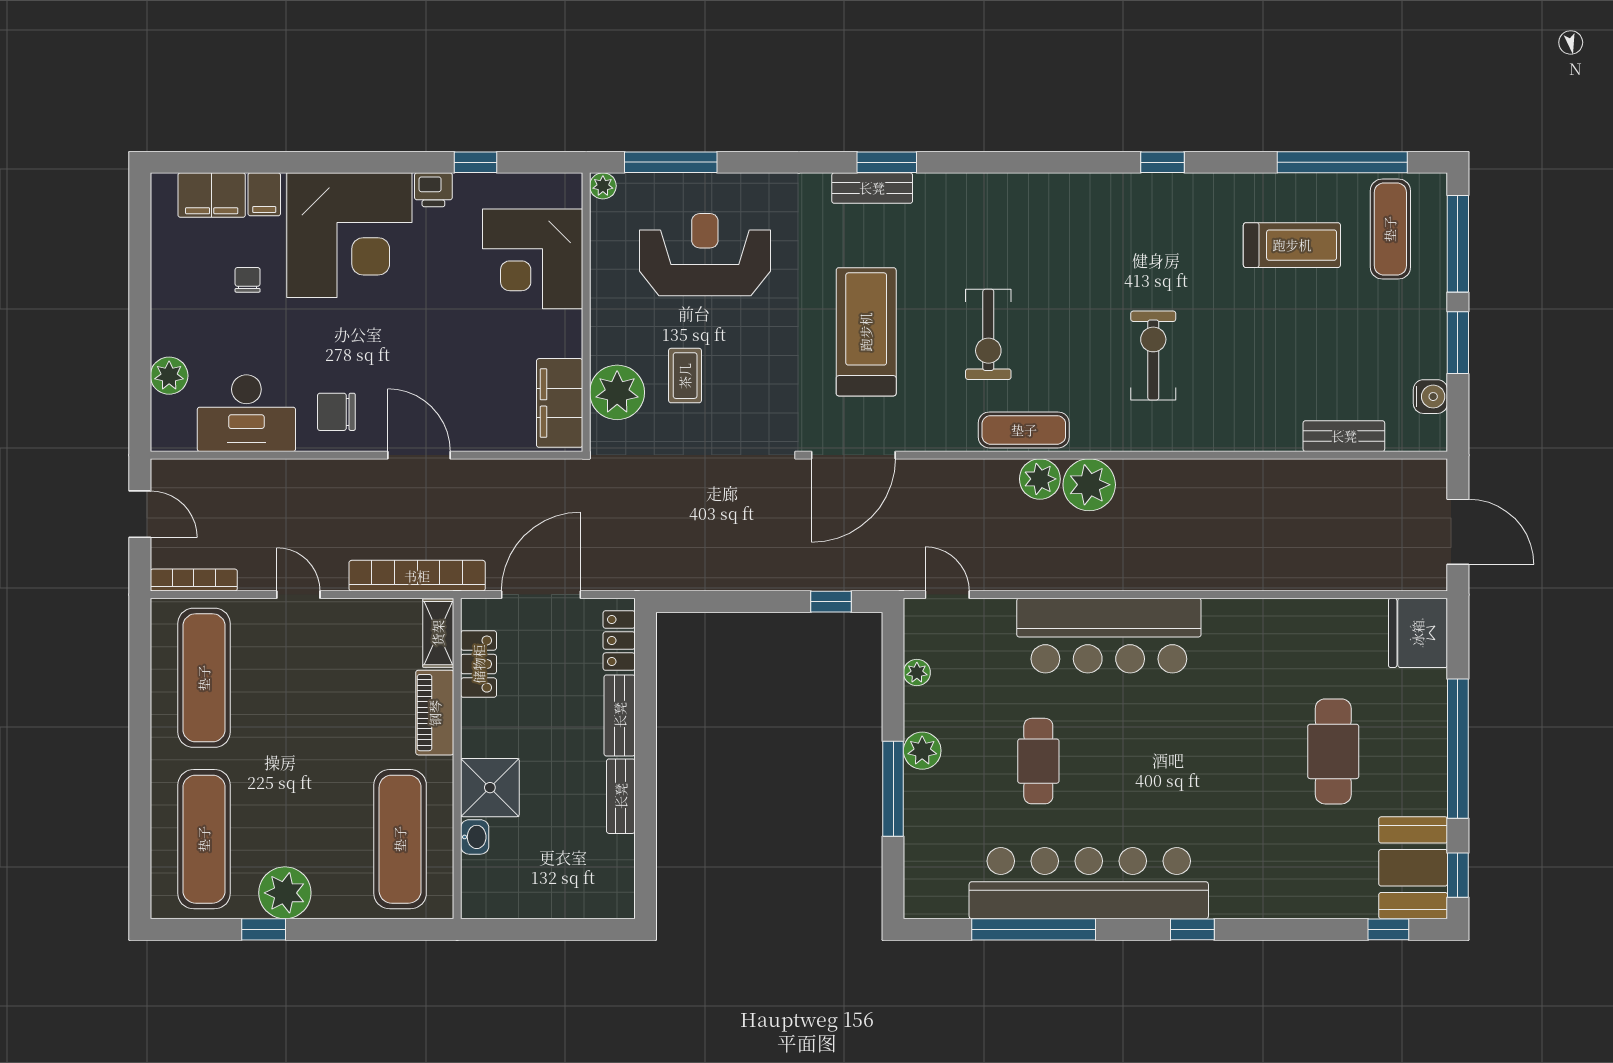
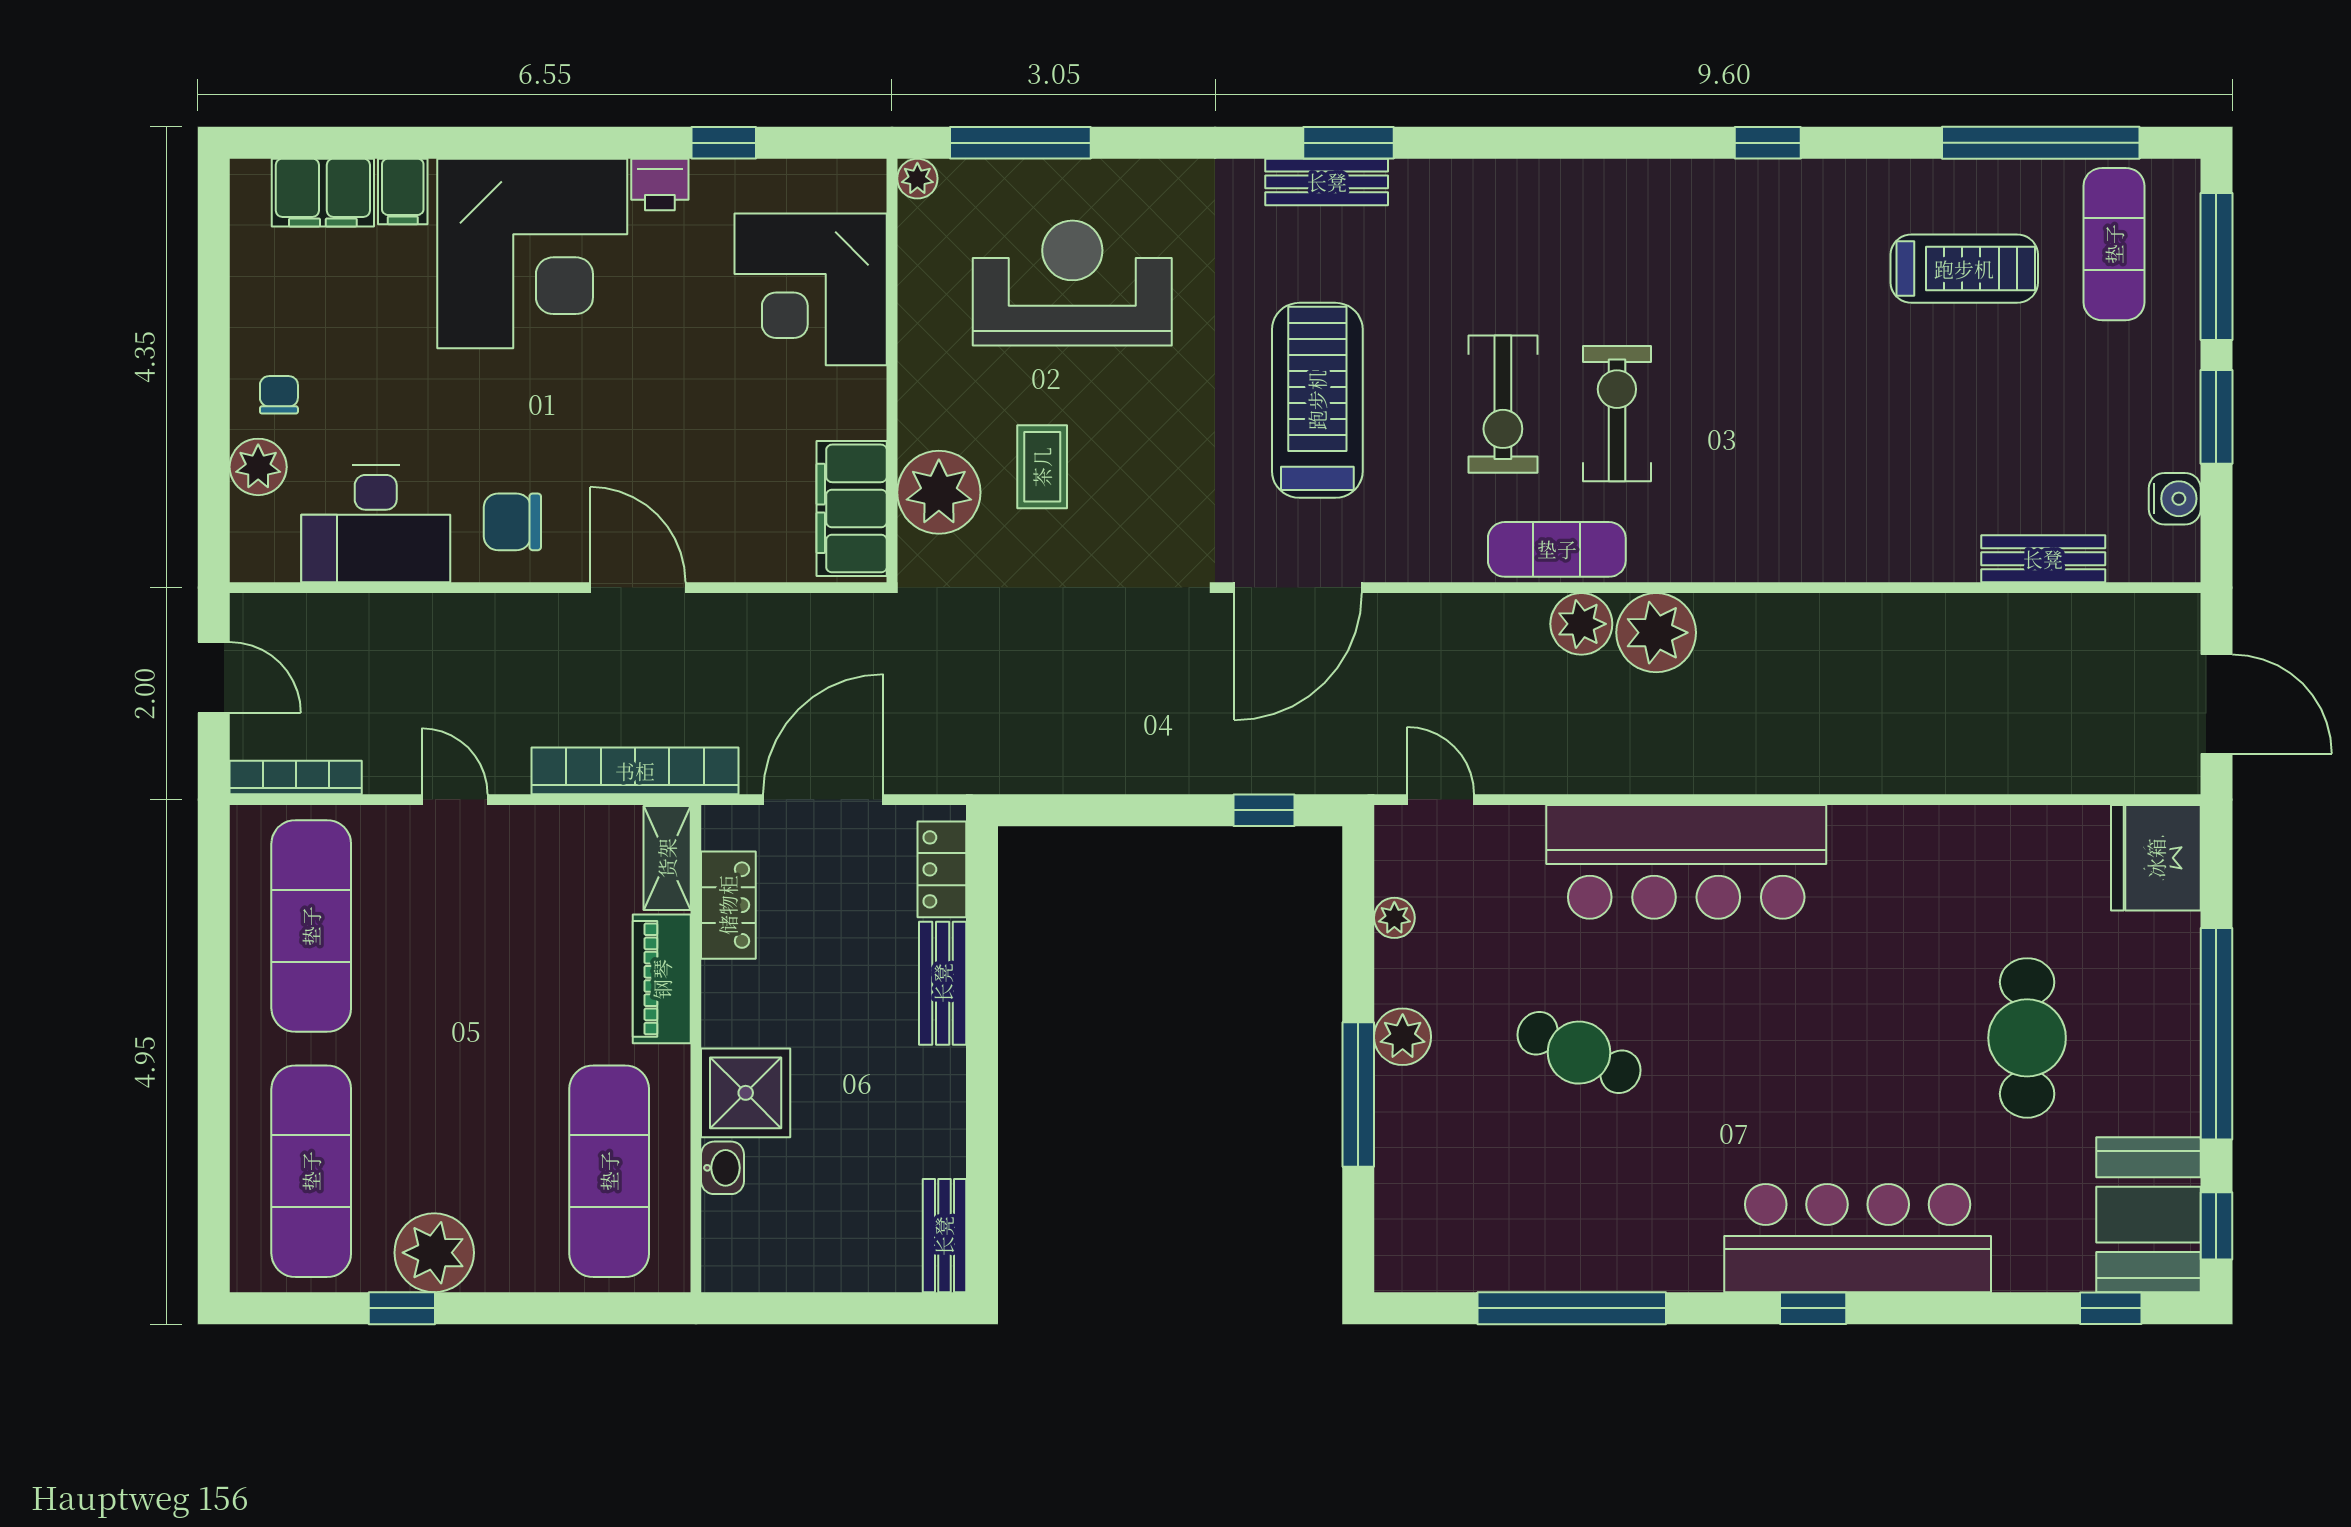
chair: (248, 280) -> (279, 395), moved
exercise bike: (1153, 356) -> (1617, 414), moved
cafe table: (1038, 761) -> (1579, 1053), turned -65
bench: (621, 796) -> (944, 1236), moved
bar counter: (1089, 883) -> (1858, 1238), moved, width x0.73

